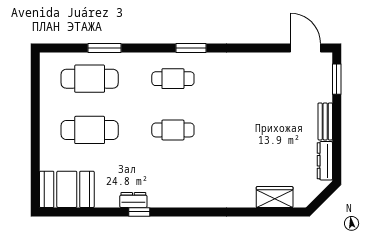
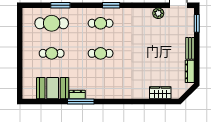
plant: (271, 62) -> (158, 13), added
cafe table: (90, 130) -> (52, 53), width x0.73, depth x0.74
booth: (67, 189) -> (53, 88), moved
window: (139, 212) -> (81, 101), width x2.17

